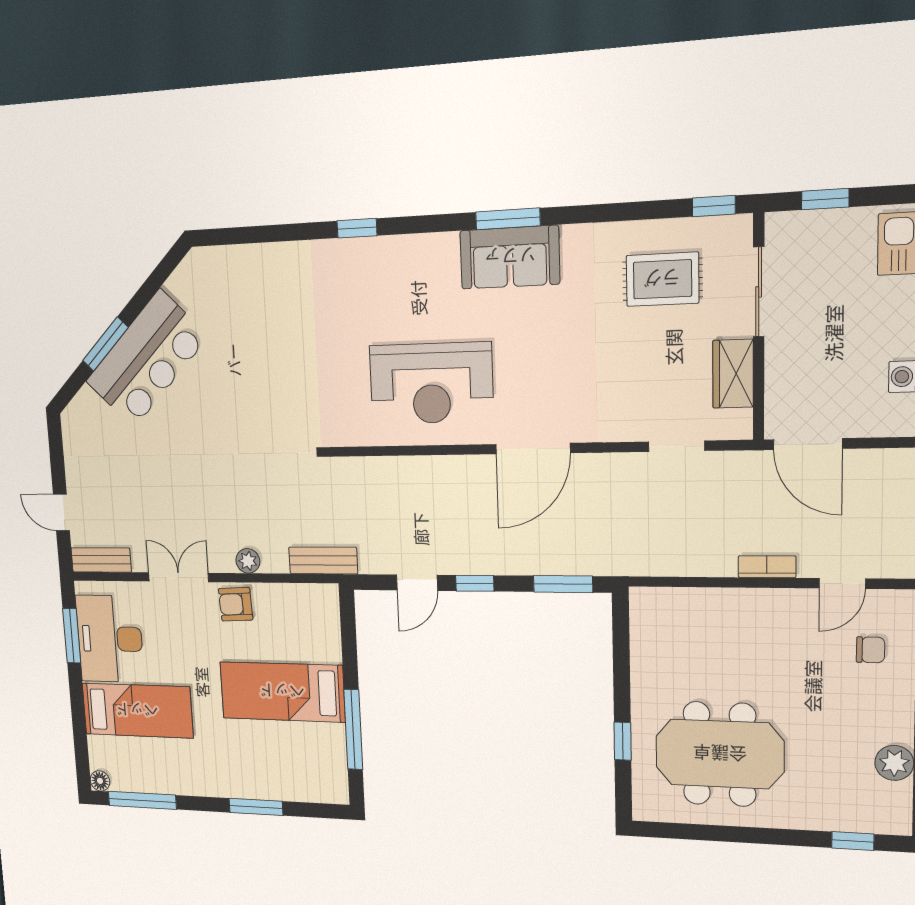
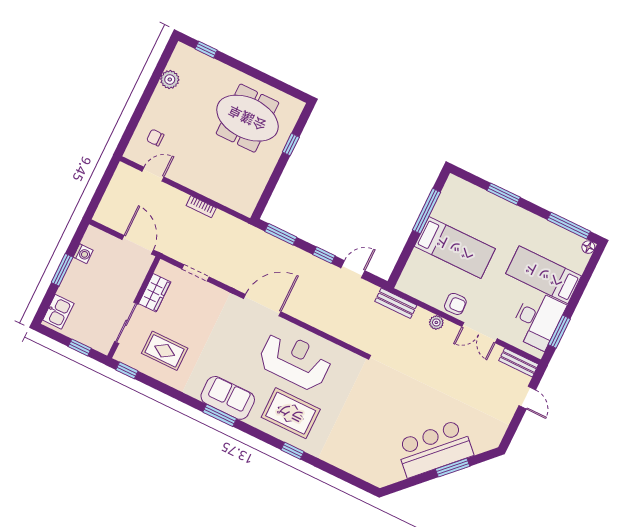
rug: (393, 290) -> (291, 413), added
bookcase: (767, 567) -> (201, 207), moved

